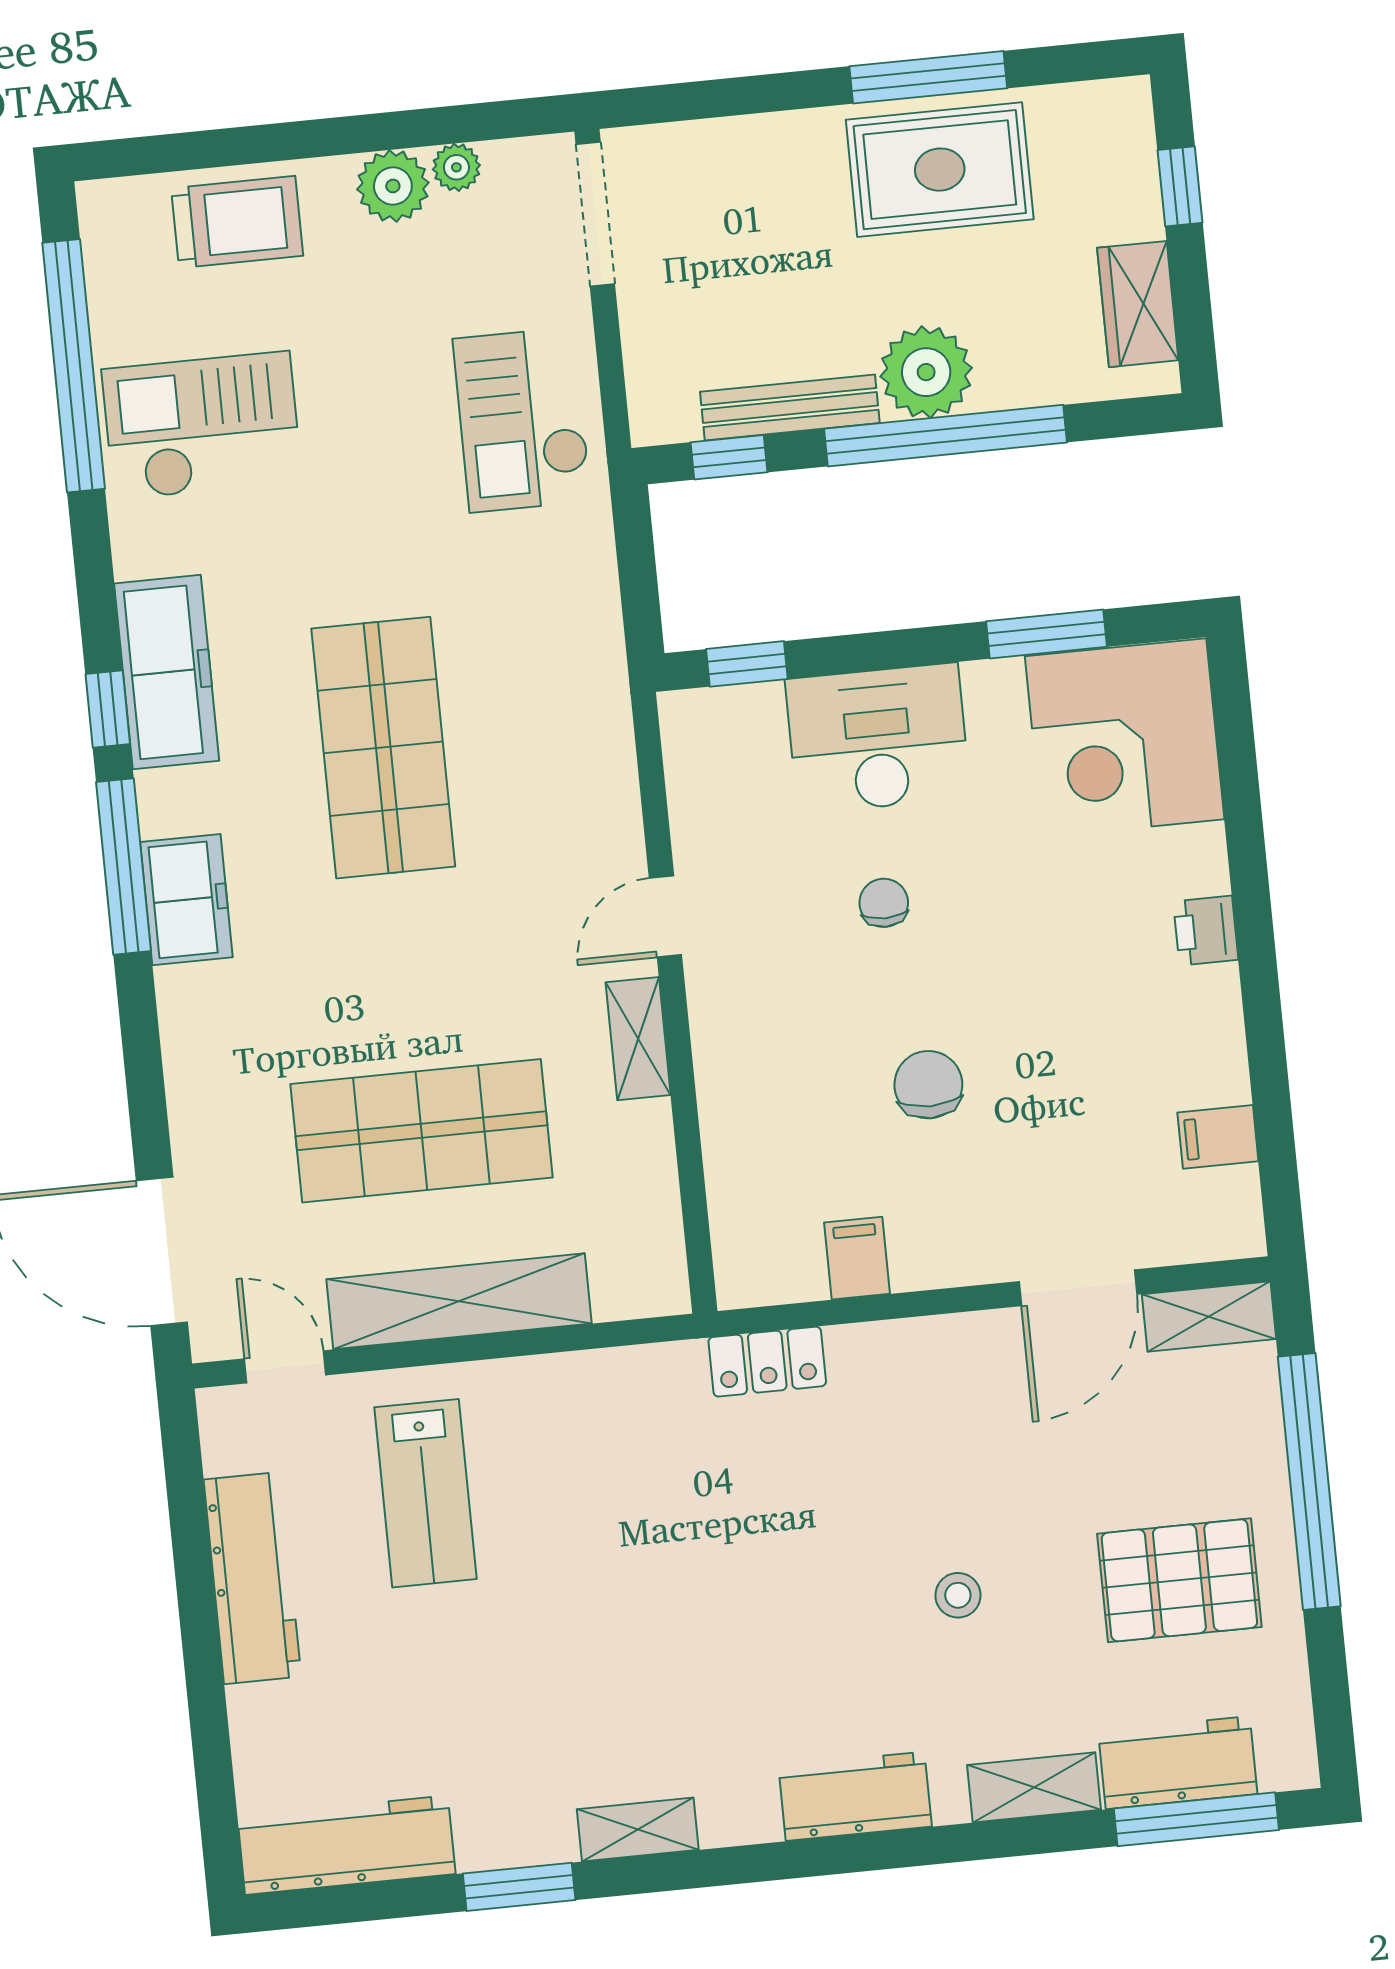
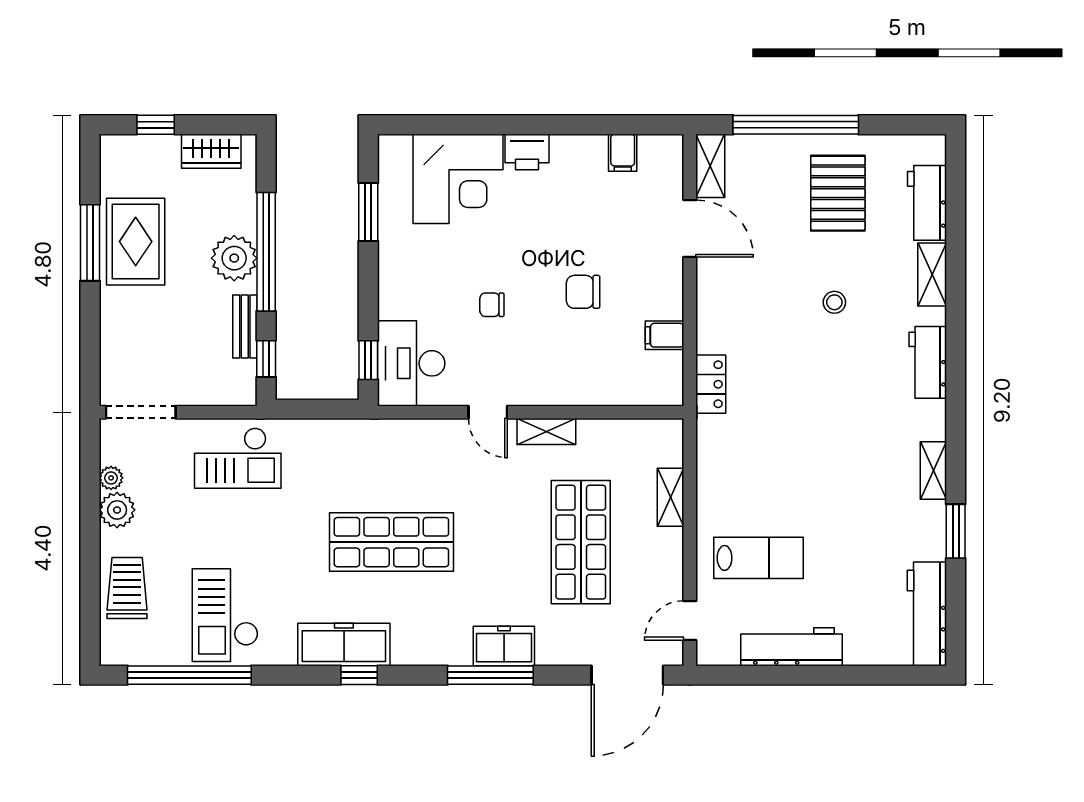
bench: (790, 407) -> (245, 327), width x0.73
desk: (878, 738) -> (411, 363), moved
corner desk: (1125, 738) -> (458, 179), moved
window: (124, 866) -> (490, 675), moved
freezer: (186, 900) -> (504, 646), moved
printer: (1206, 931) -> (527, 152), width x1.36, depth x1.24
shelving: (459, 1301) -> (671, 497), width x0.45, depth x0.75
window: (1196, 1819) -> (956, 196), removed

